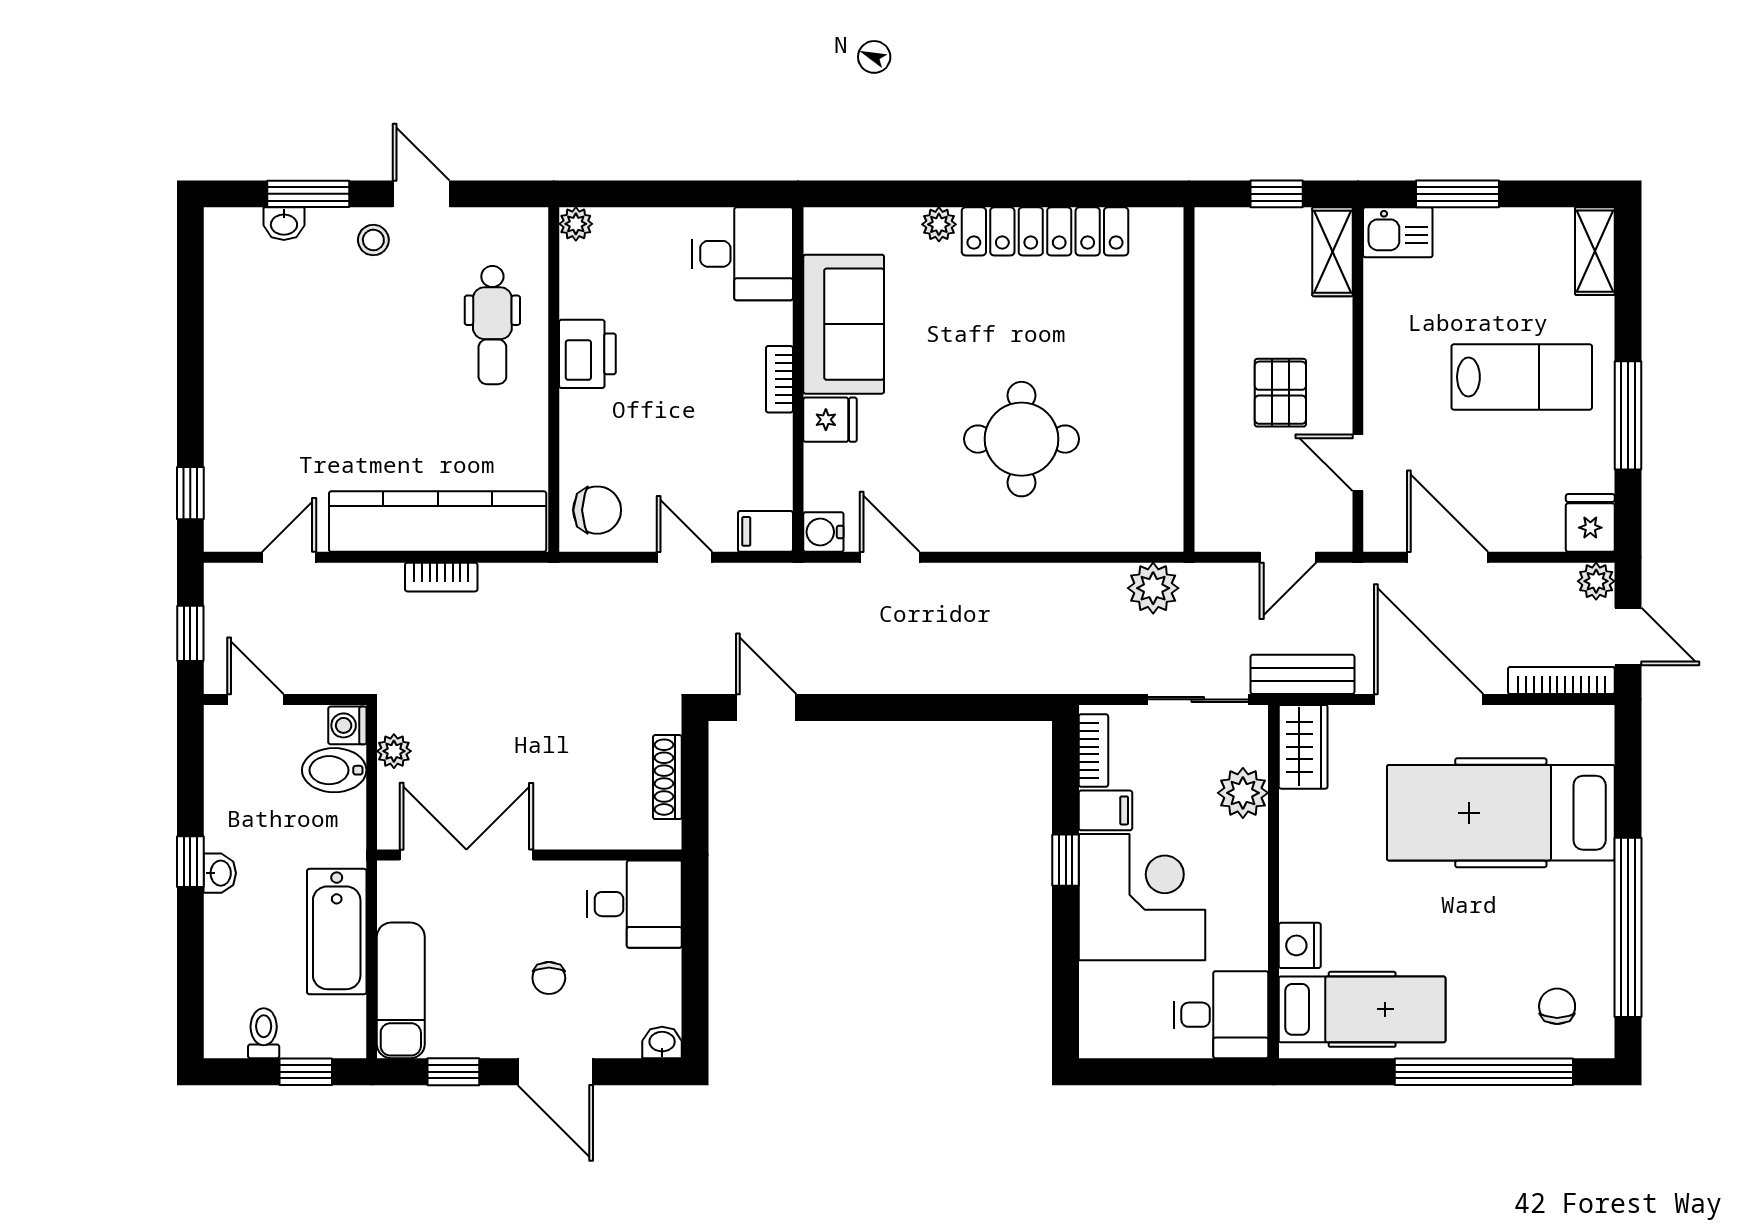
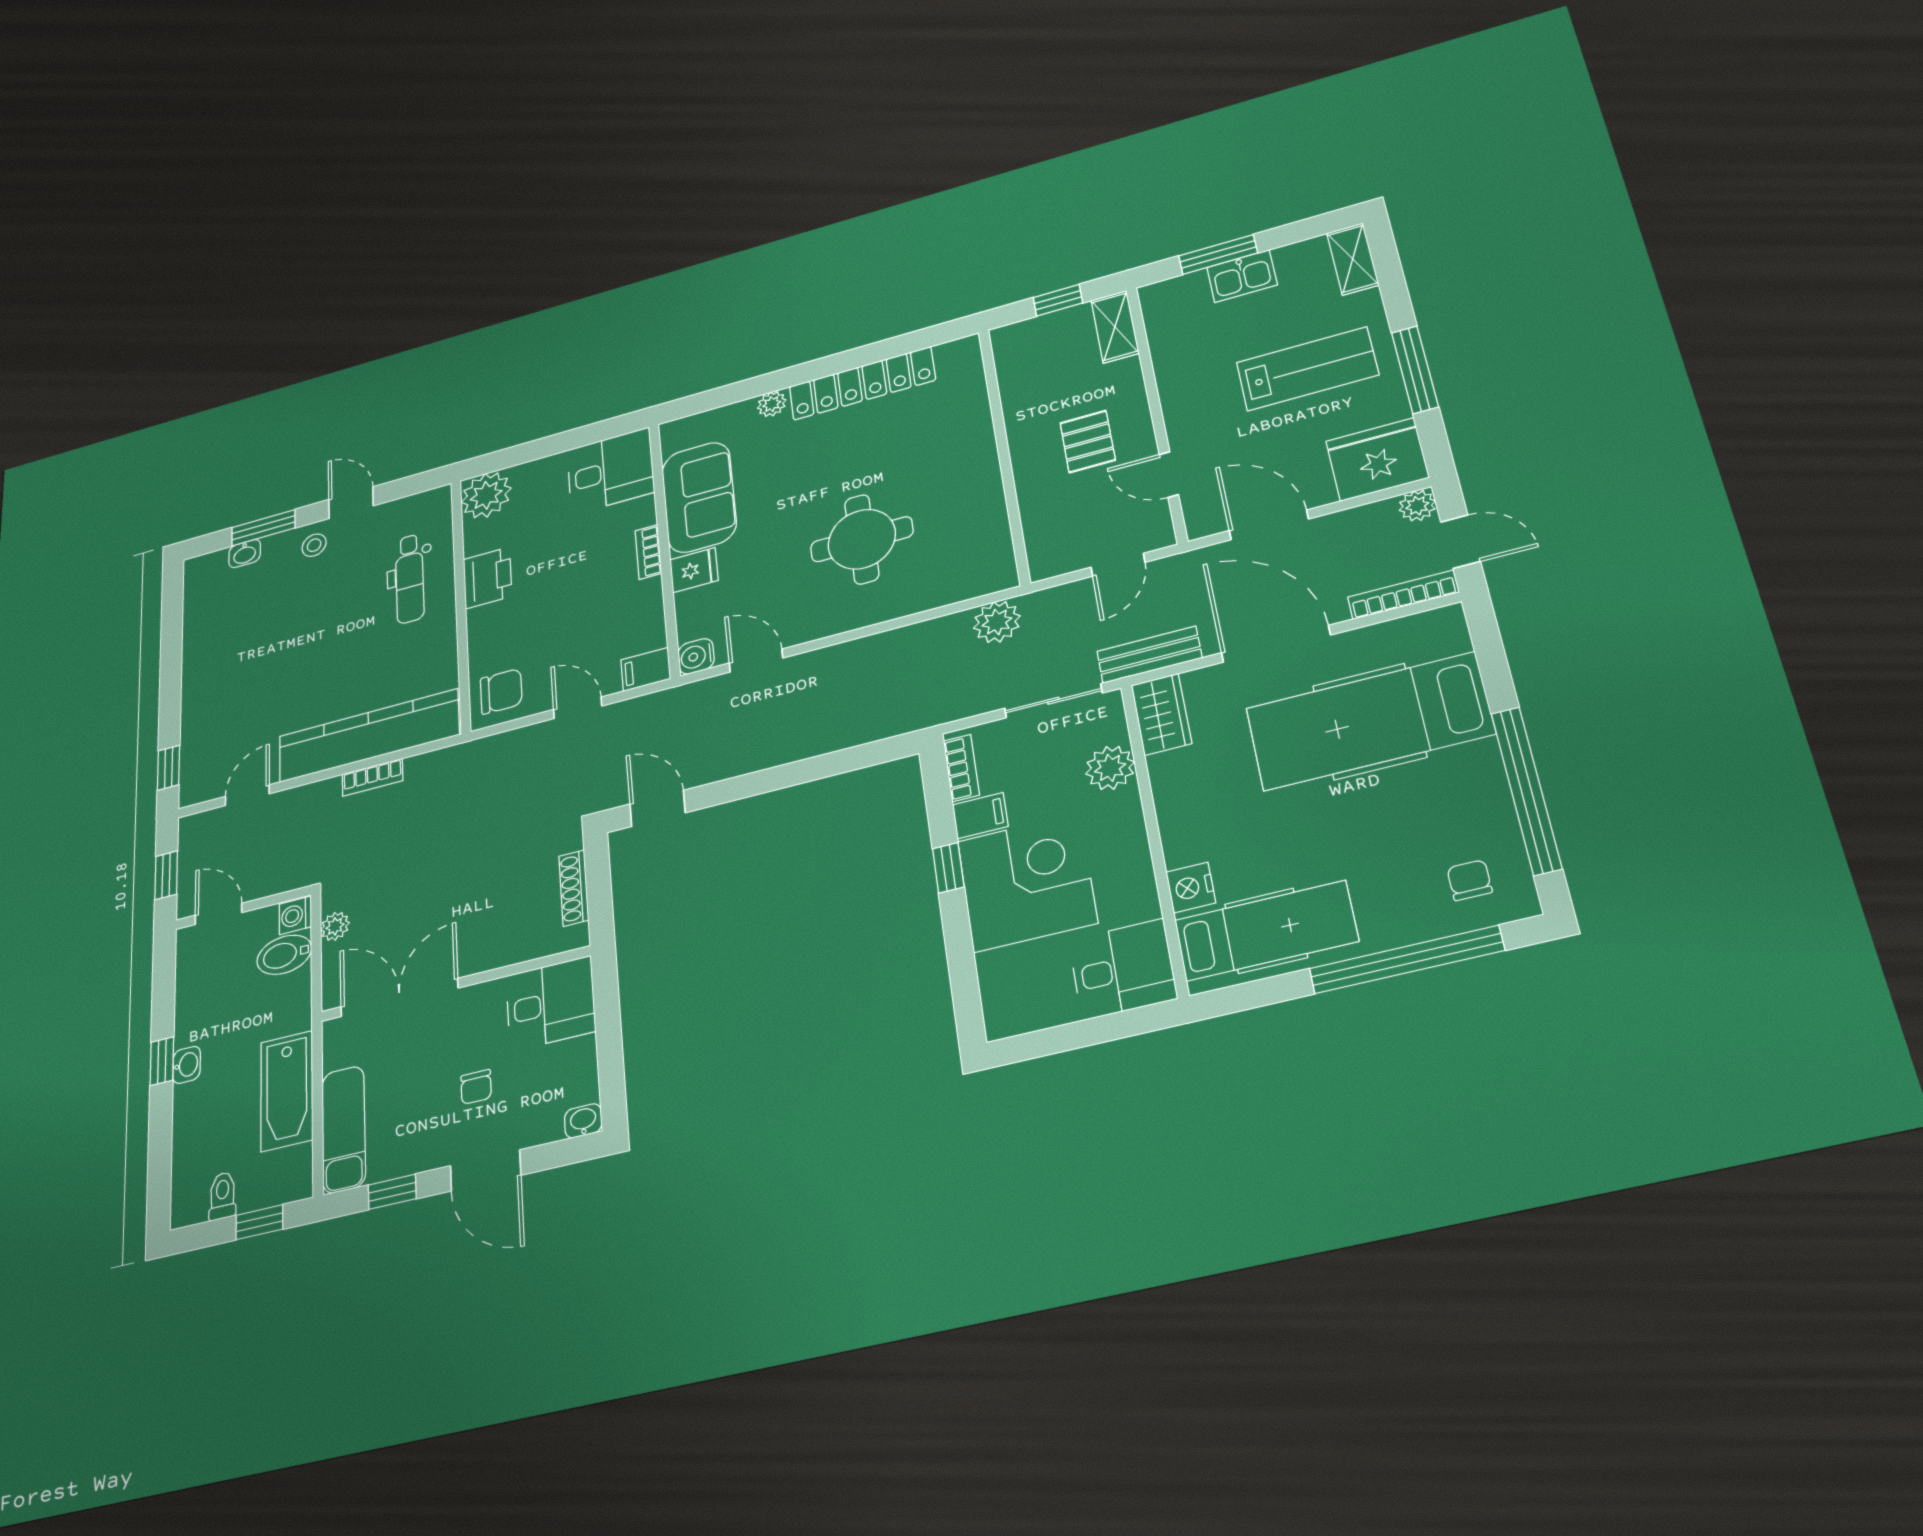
plant: (576, 224) -> (486, 495), width x1.88, depth x1.88
kitchen sink: (1398, 232) -> (1242, 276), moved
fridge: (1590, 523) -> (1377, 459), width x1.88, depth x1.34

